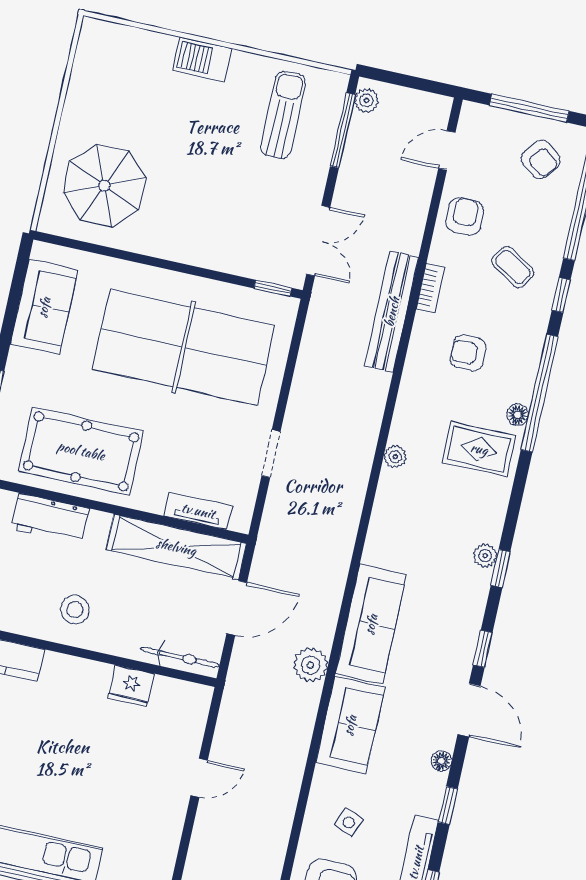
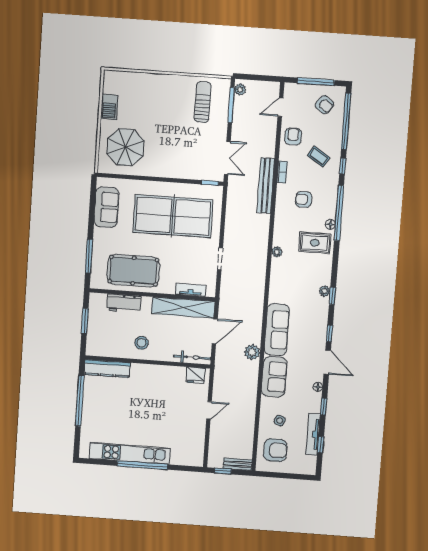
barbecue: (203, 59) -> (109, 107), moved, turned -90
fridge: (131, 686) -> (196, 375), moved

